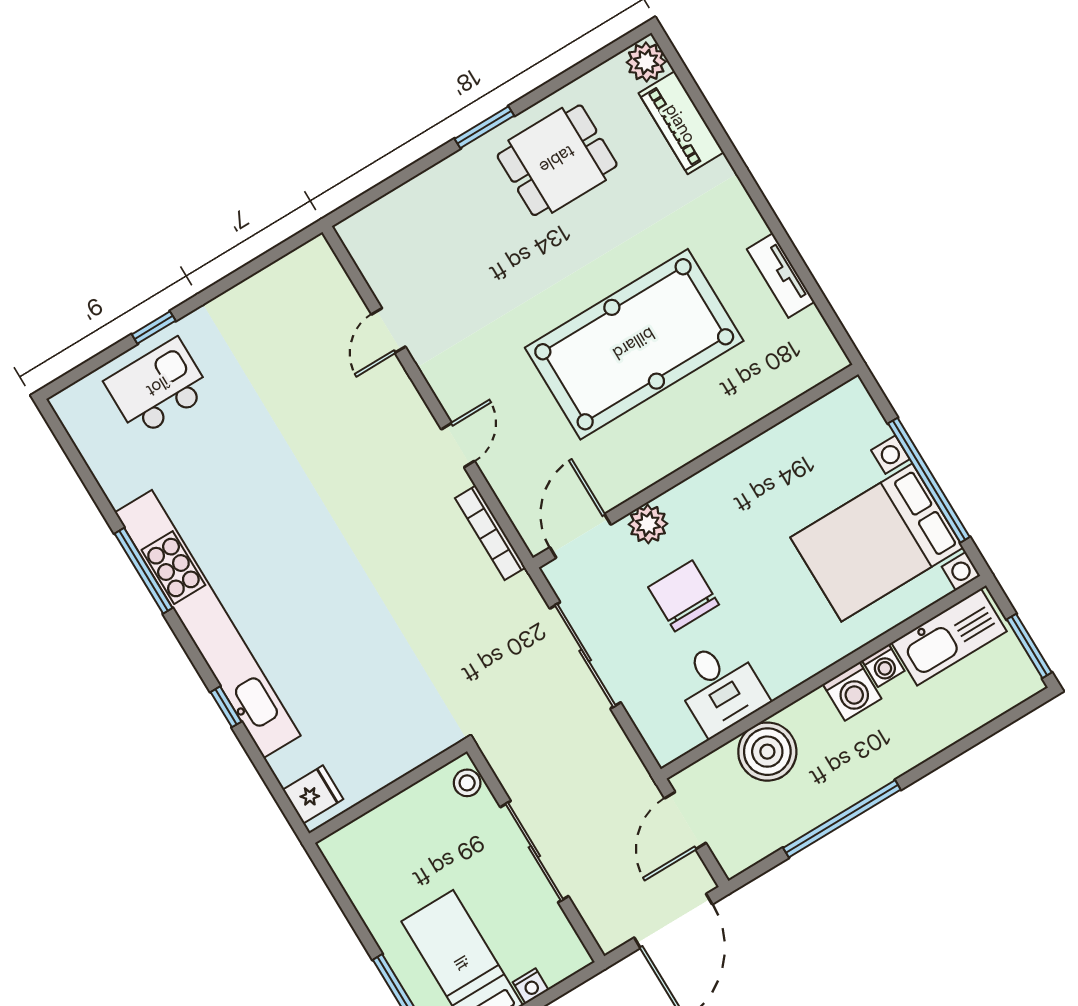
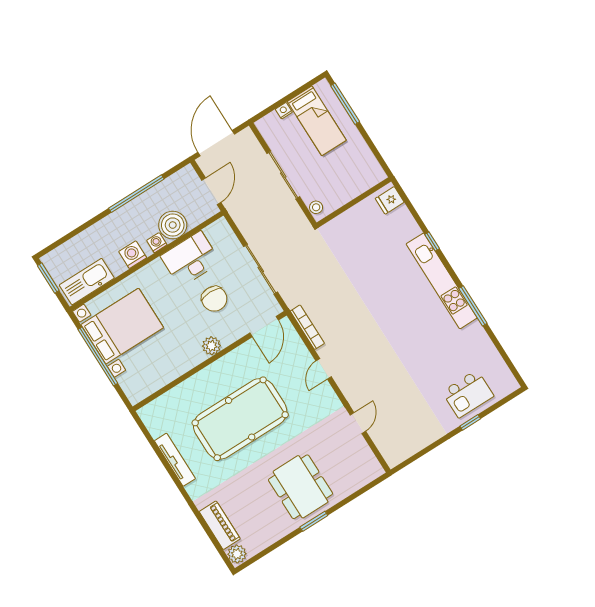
dining table: (557, 160) -> (301, 487), moved, width x1.38
tv unit: (781, 276) -> (175, 460), width x1.41
plant: (648, 524) -> (211, 346), moved
kitchen unit: (208, 624) -> (442, 281), width x0.73
washing machine: (883, 666) -> (157, 243), moved
desk: (720, 687) -> (190, 259), width x1.37

